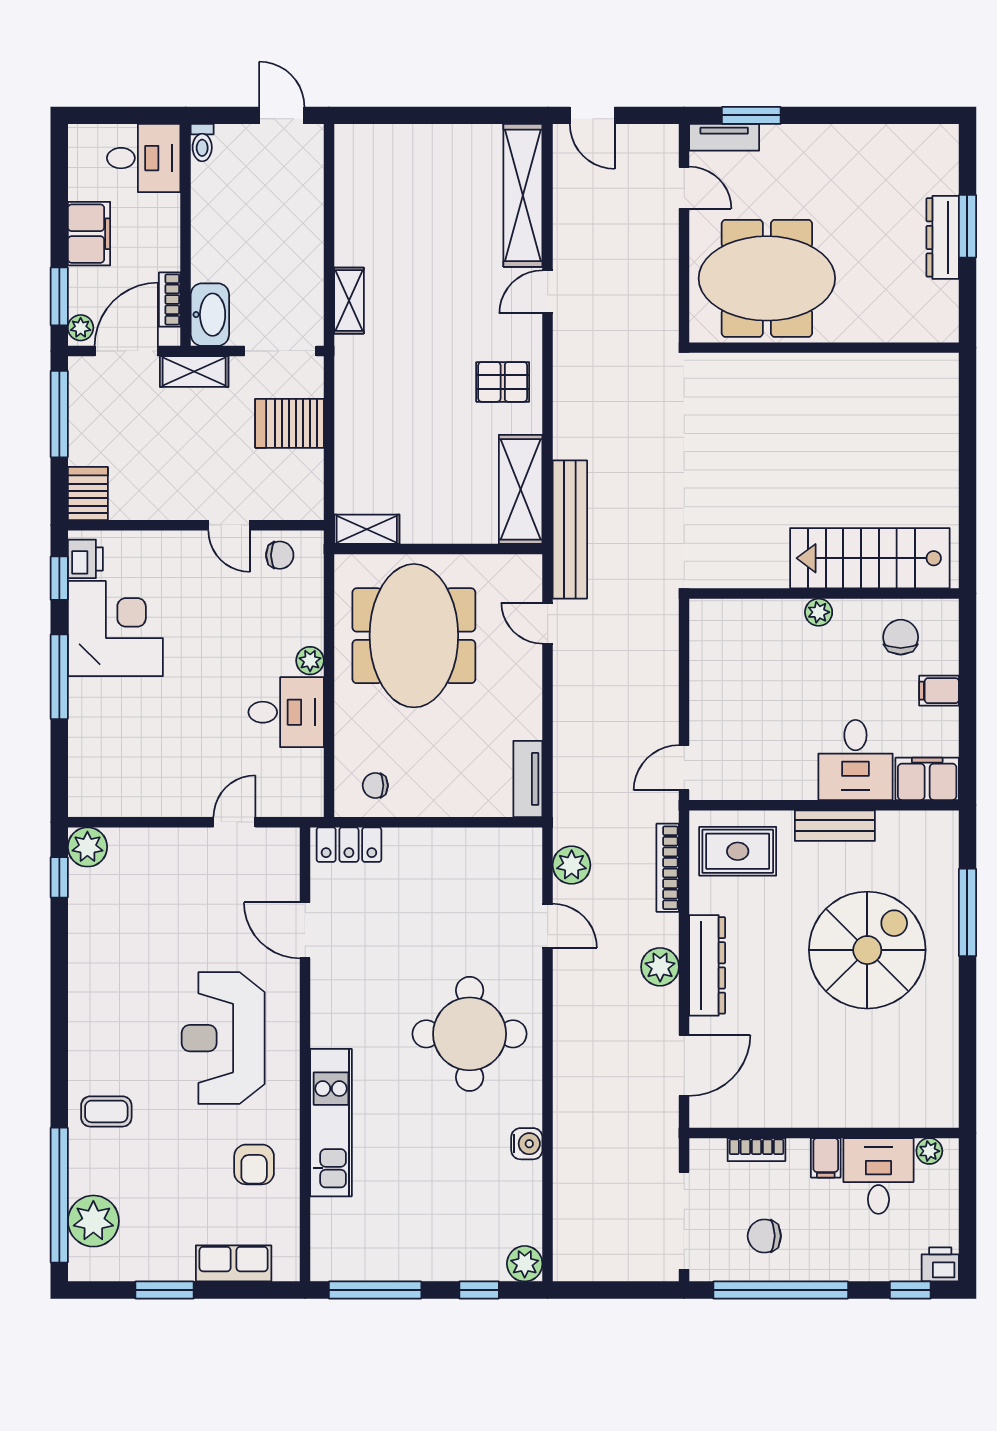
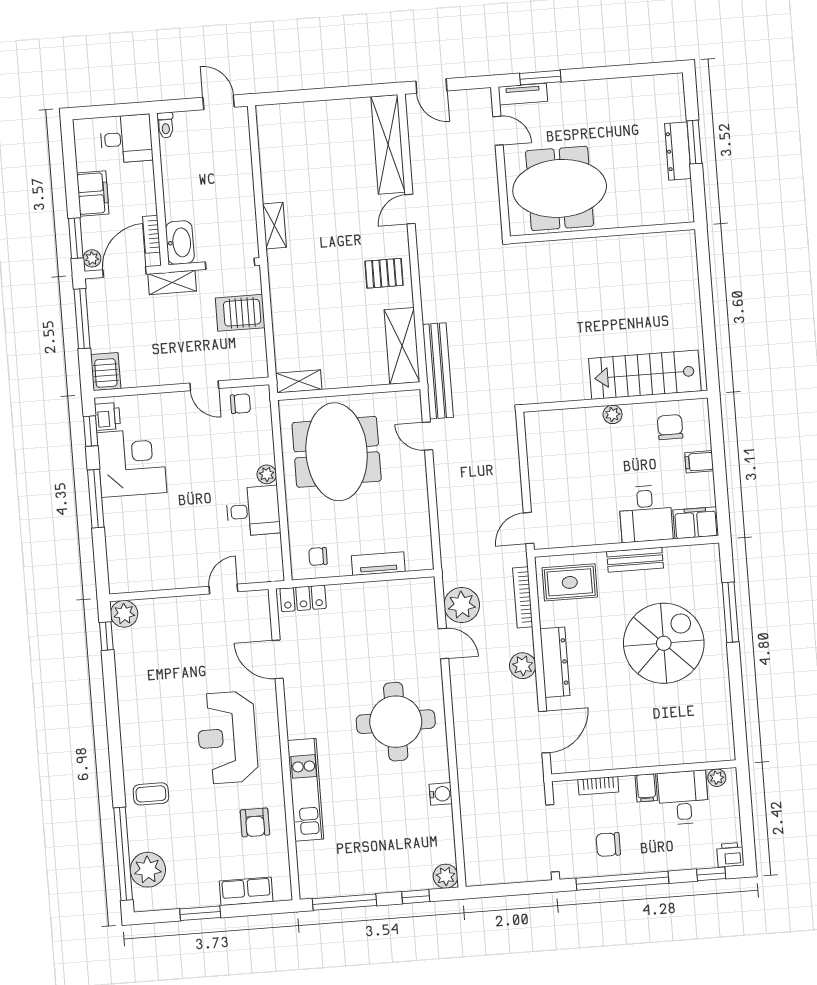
tv unit: (528, 779) -> (378, 564), moved, turned 90
plant: (572, 865) -> (462, 605), width x1.36, depth x1.36

